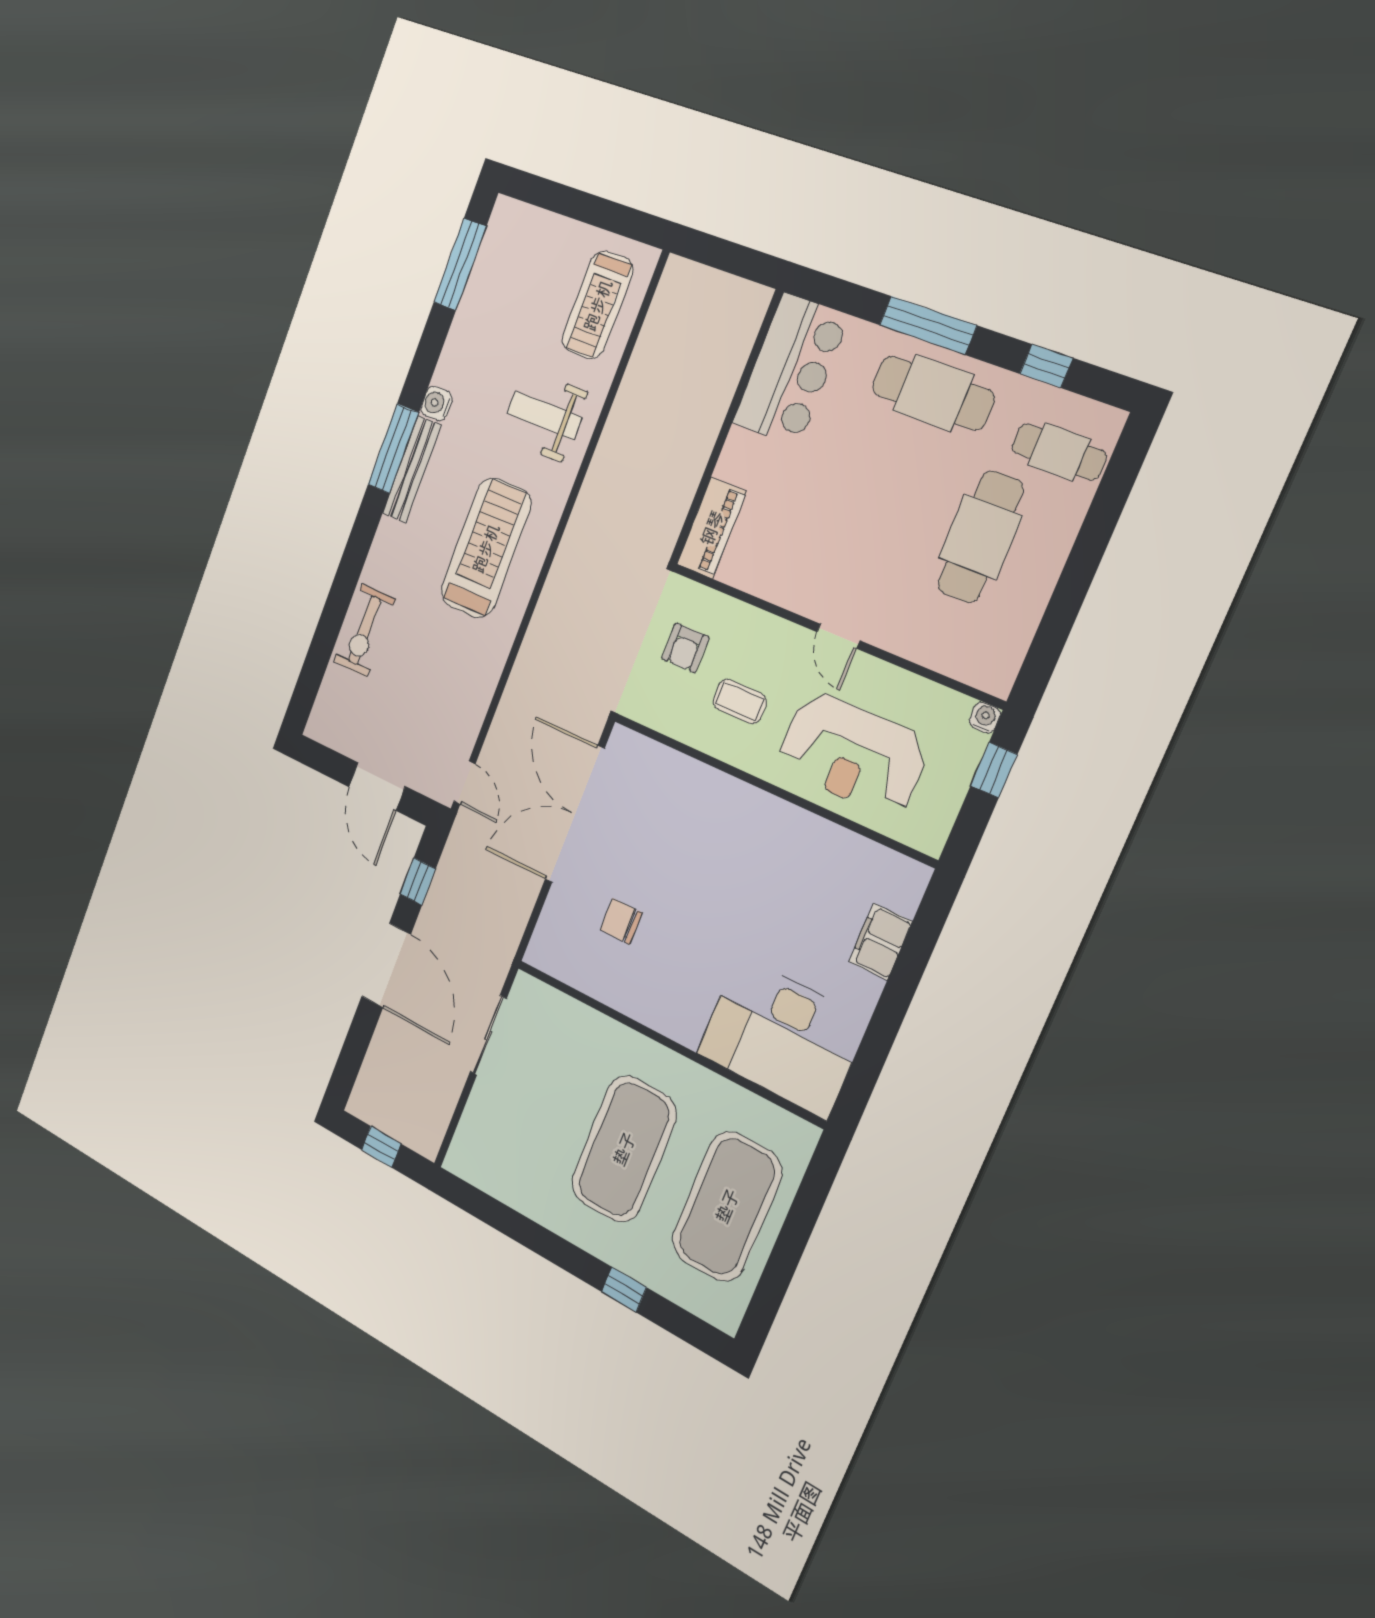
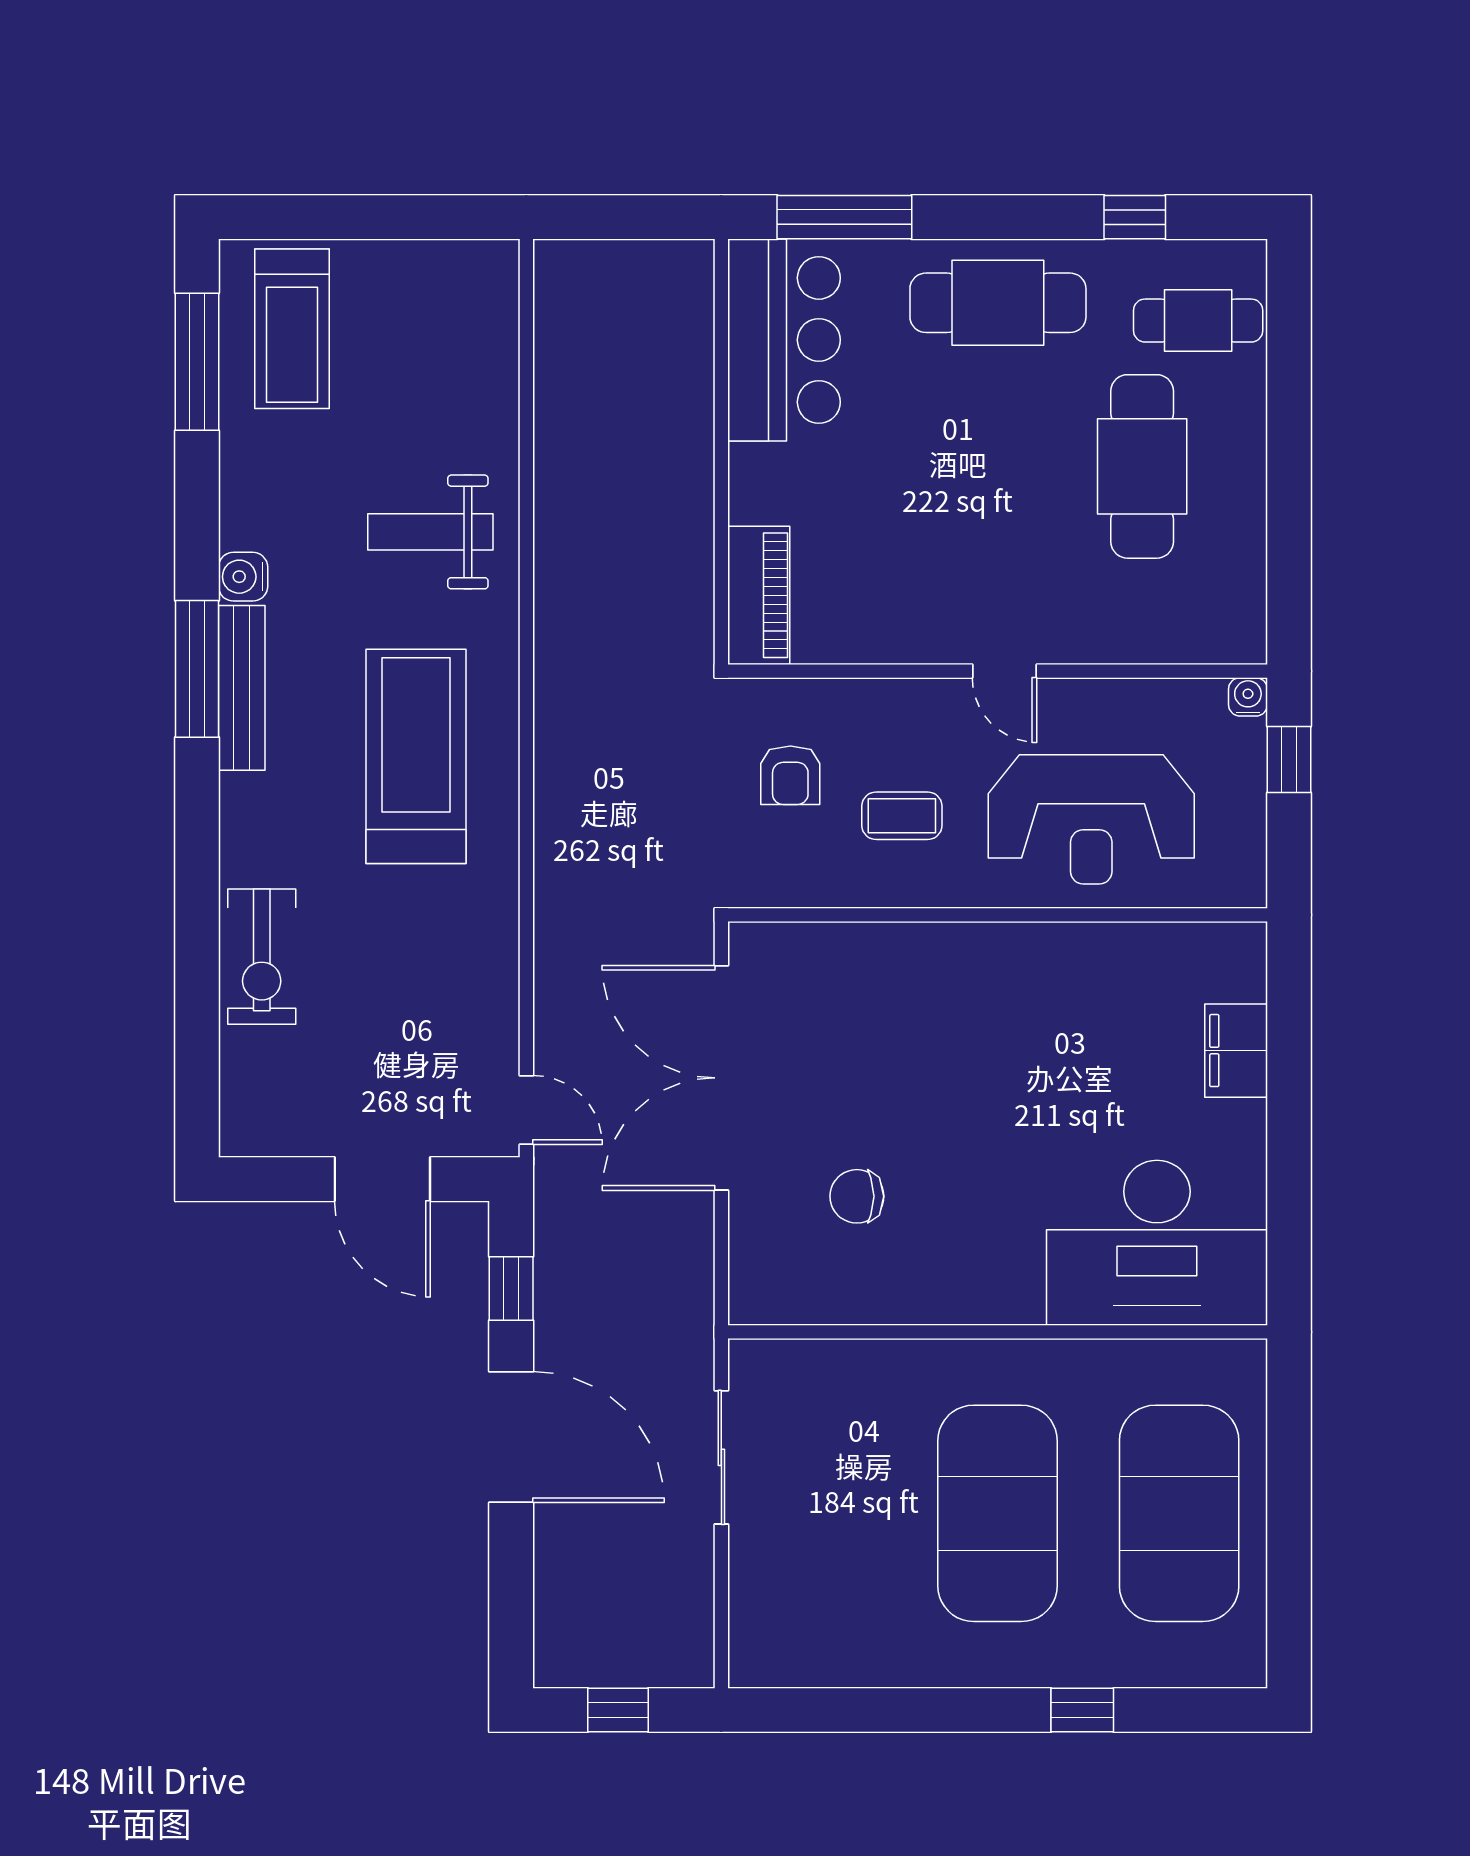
treadmill: (598, 305) -> (292, 329), moved
window: (928, 325) -> (844, 217), moved

